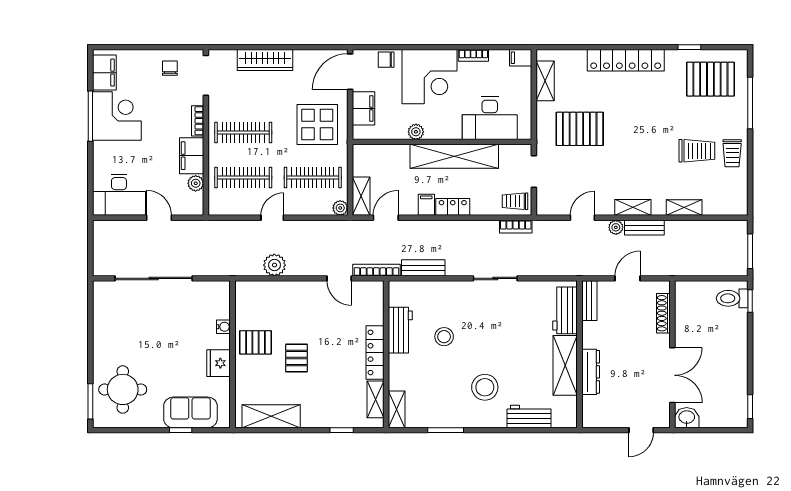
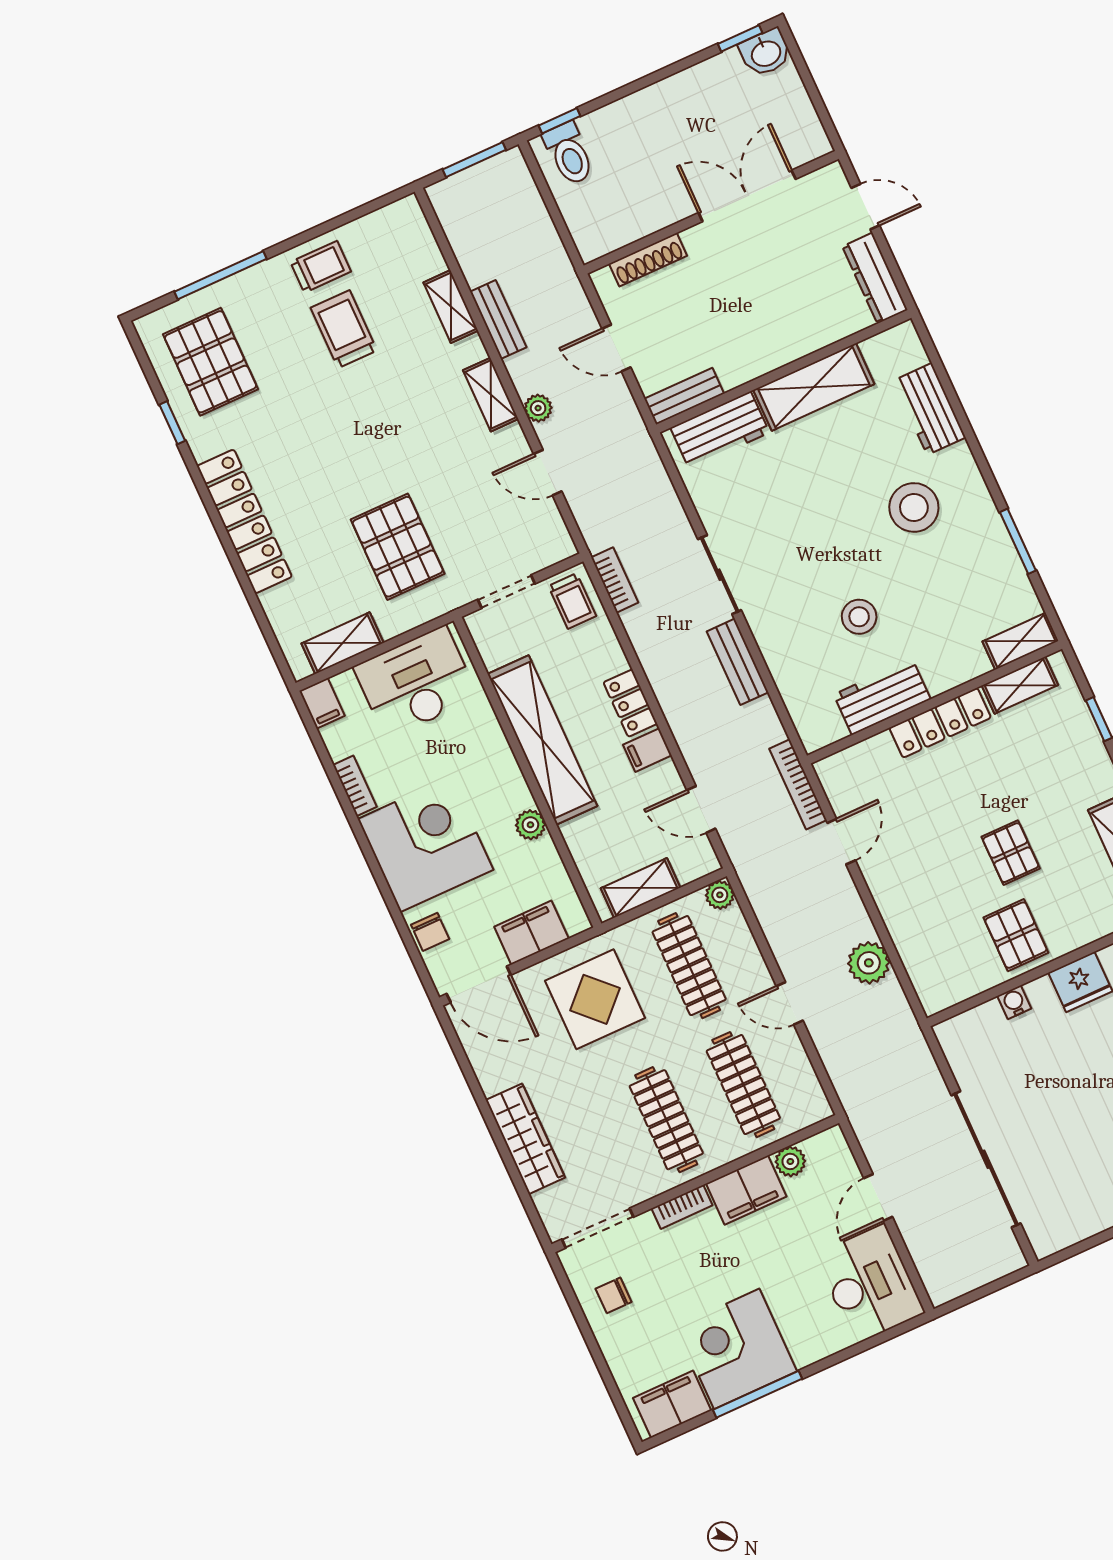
desk: (490, 118) -> (416, 682), moved, turned -90
shelving: (361, 196) -> (641, 888), moved
bench: (644, 228) -> (498, 320), moved
bench: (423, 268) -> (738, 662), moved
pallet: (297, 358) -> (1011, 853), turned 90
dresser: (591, 372) -> (875, 278), moved, turned -90
washbasin: (687, 418) -> (766, 53), moved, turned -90

